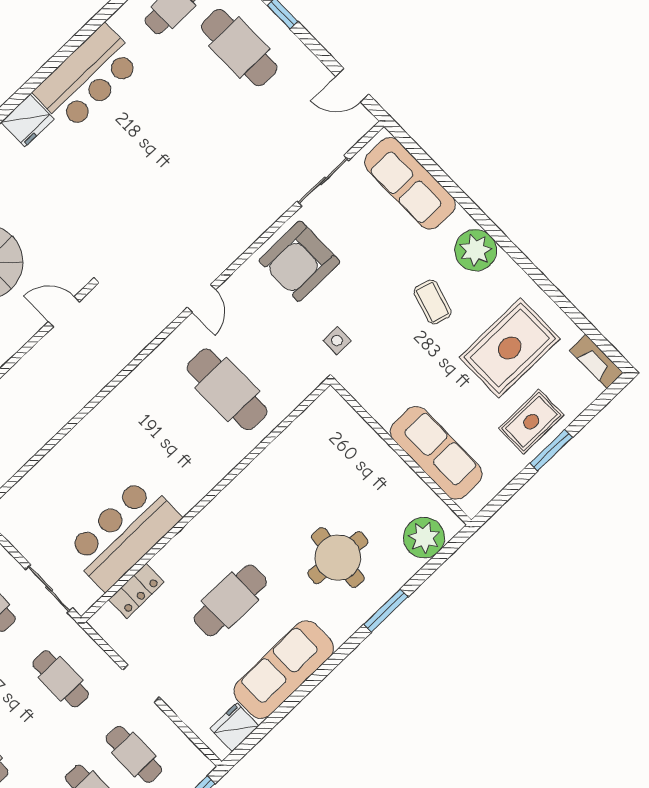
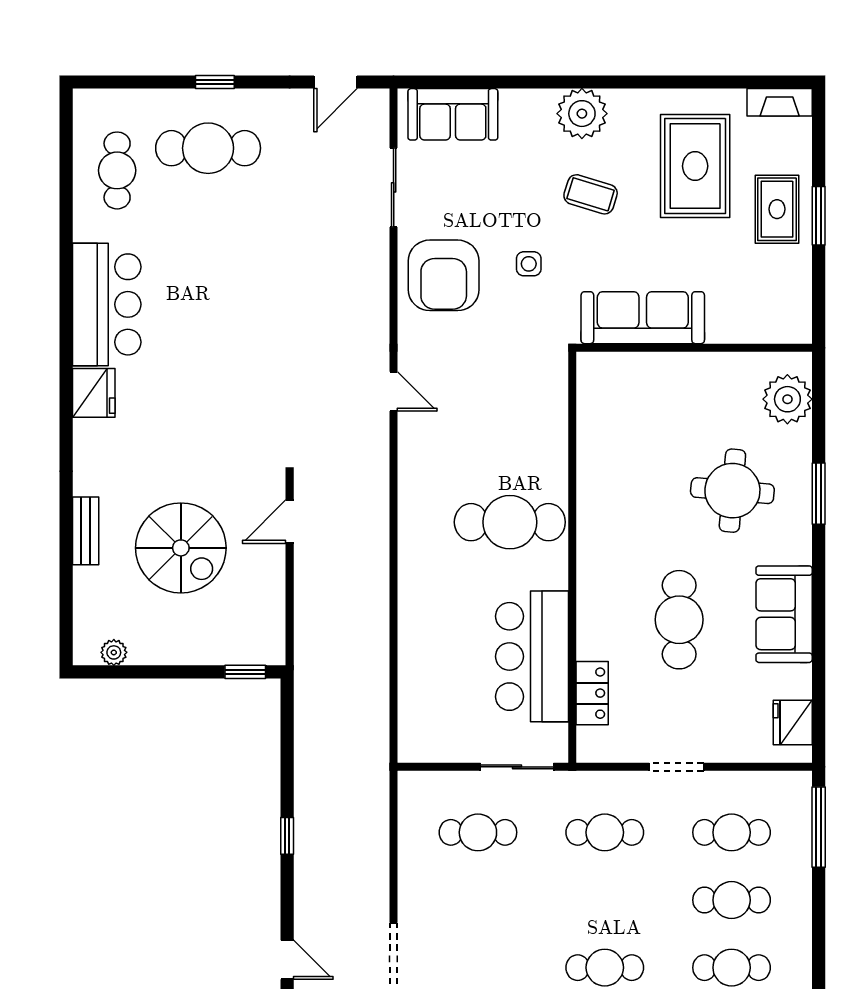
sofa: (410, 183) -> (453, 114), width x0.73
side table: (337, 341) -> (529, 264), moved
cafe table: (227, 389) -> (510, 522), moved
sofa: (436, 453) -> (643, 318), moved
sofa: (284, 670) -> (784, 614), width x0.73

